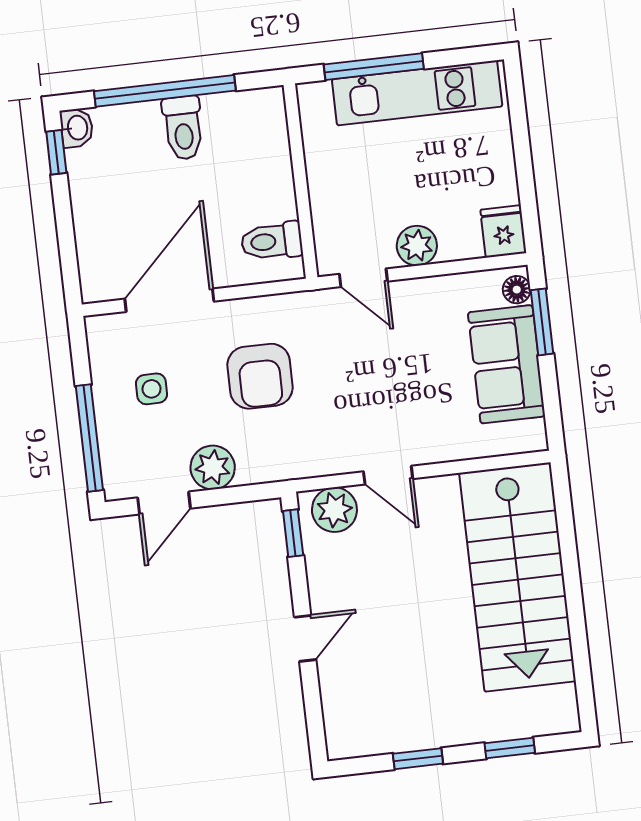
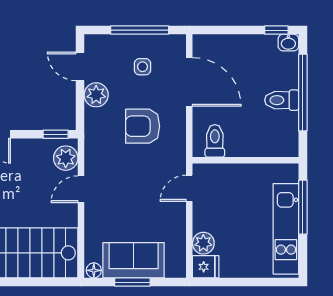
plant: (417, 246) -> (203, 243), moved
floor lamp: (517, 290) -> (94, 270), moved
window: (542, 322) -> (132, 282), moved
window: (89, 438) -> (140, 30), moved

